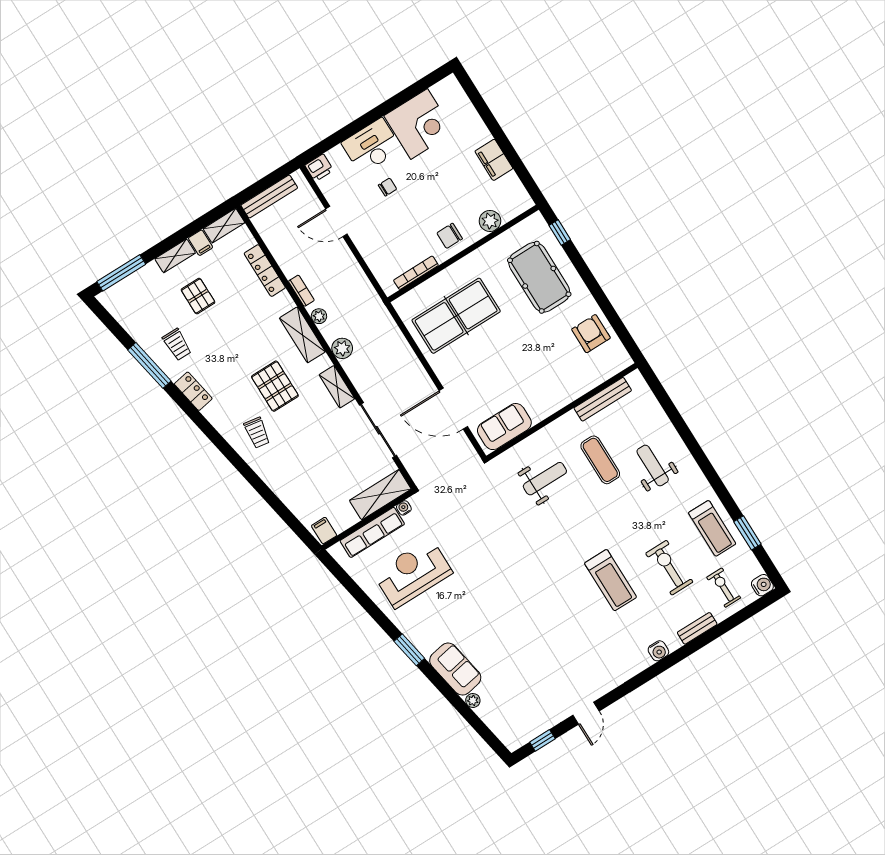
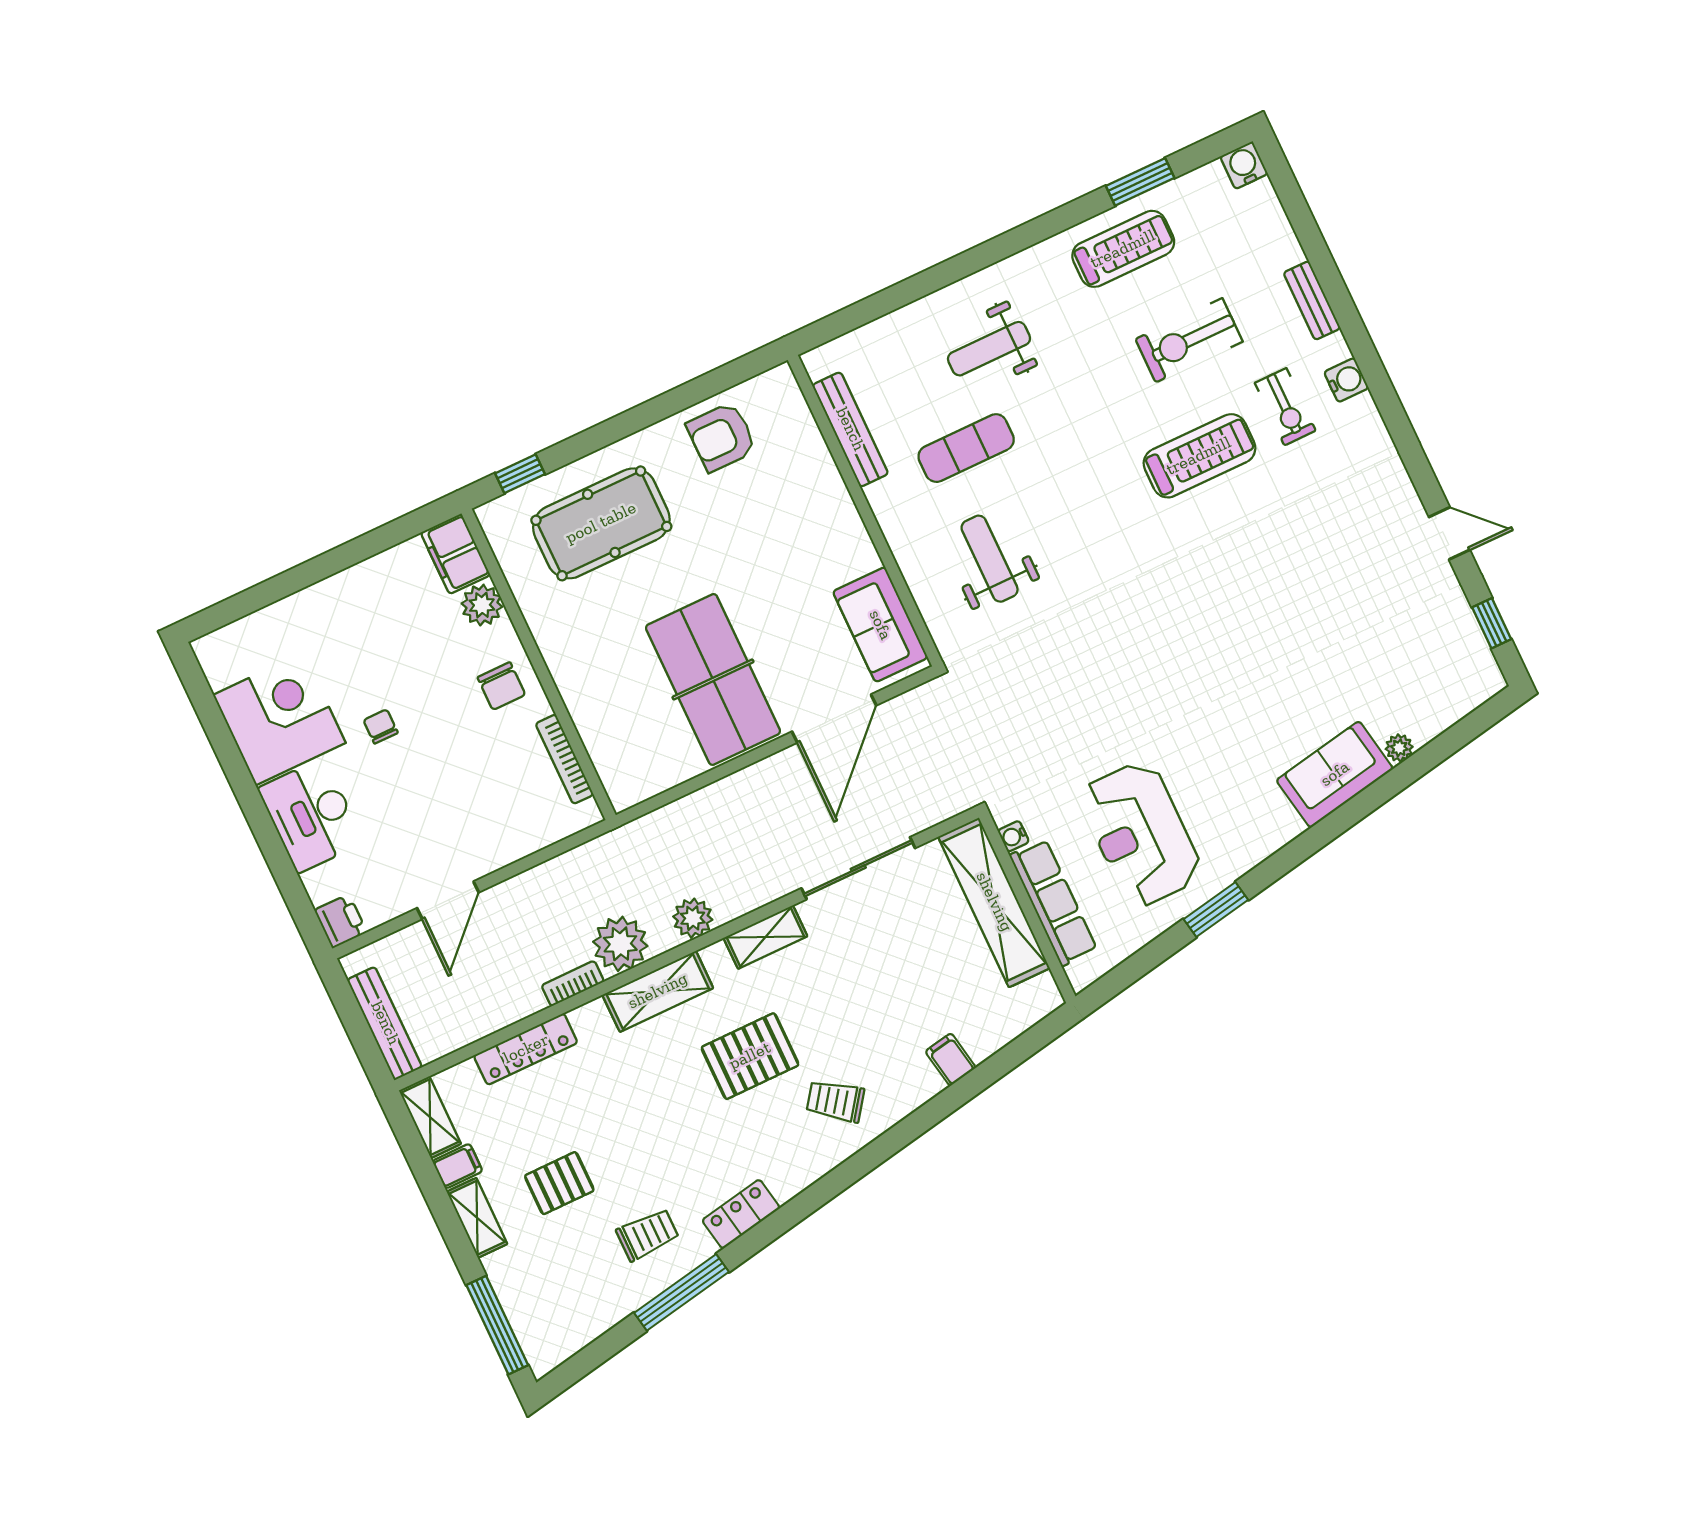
filing cabinet: (494, 160) -> (455, 554), moved, turned 90
chair: (388, 187) -> (381, 726), moved
plant: (319, 316) -> (620, 944), width x1.88, depth x1.88
table tennis table: (456, 316) -> (713, 679), moved
trolley: (257, 433) -> (835, 1101), turned -153
shelving: (380, 495) -> (994, 902), width x1.47
filing cabinet: (324, 531) -> (951, 1060), moved, turned 80
exercise bike: (724, 588) -> (1285, 407), moved, turned -90
window: (409, 650) -> (1216, 909), moved

